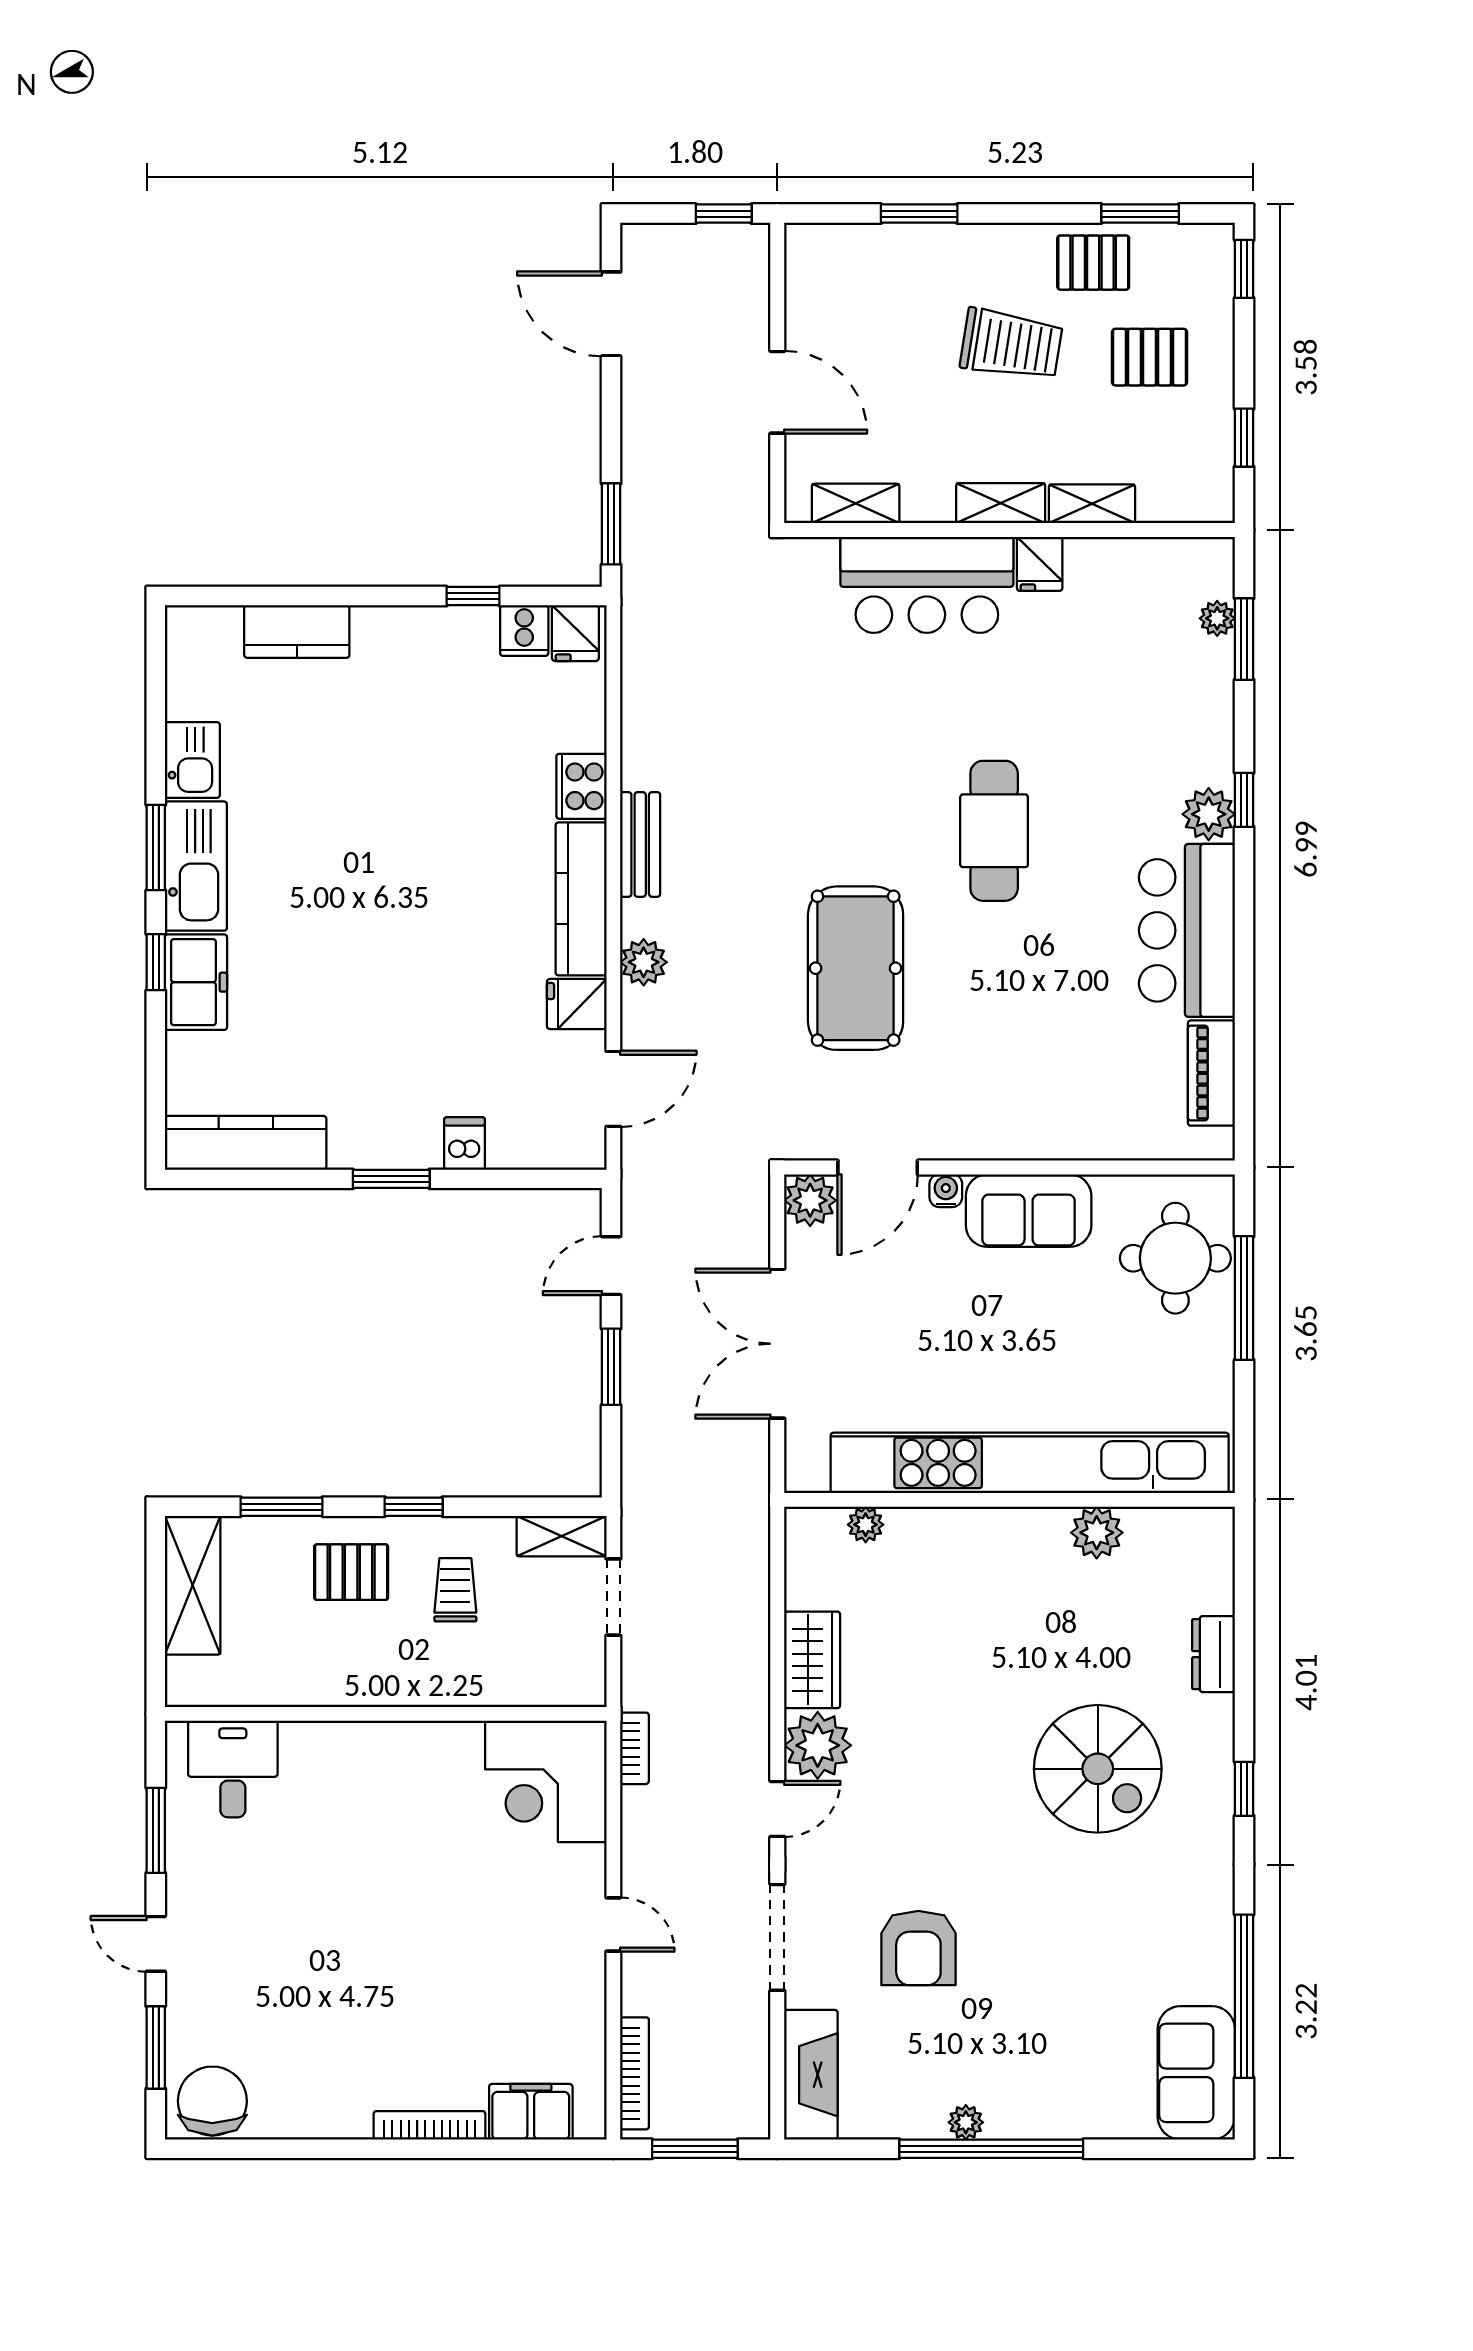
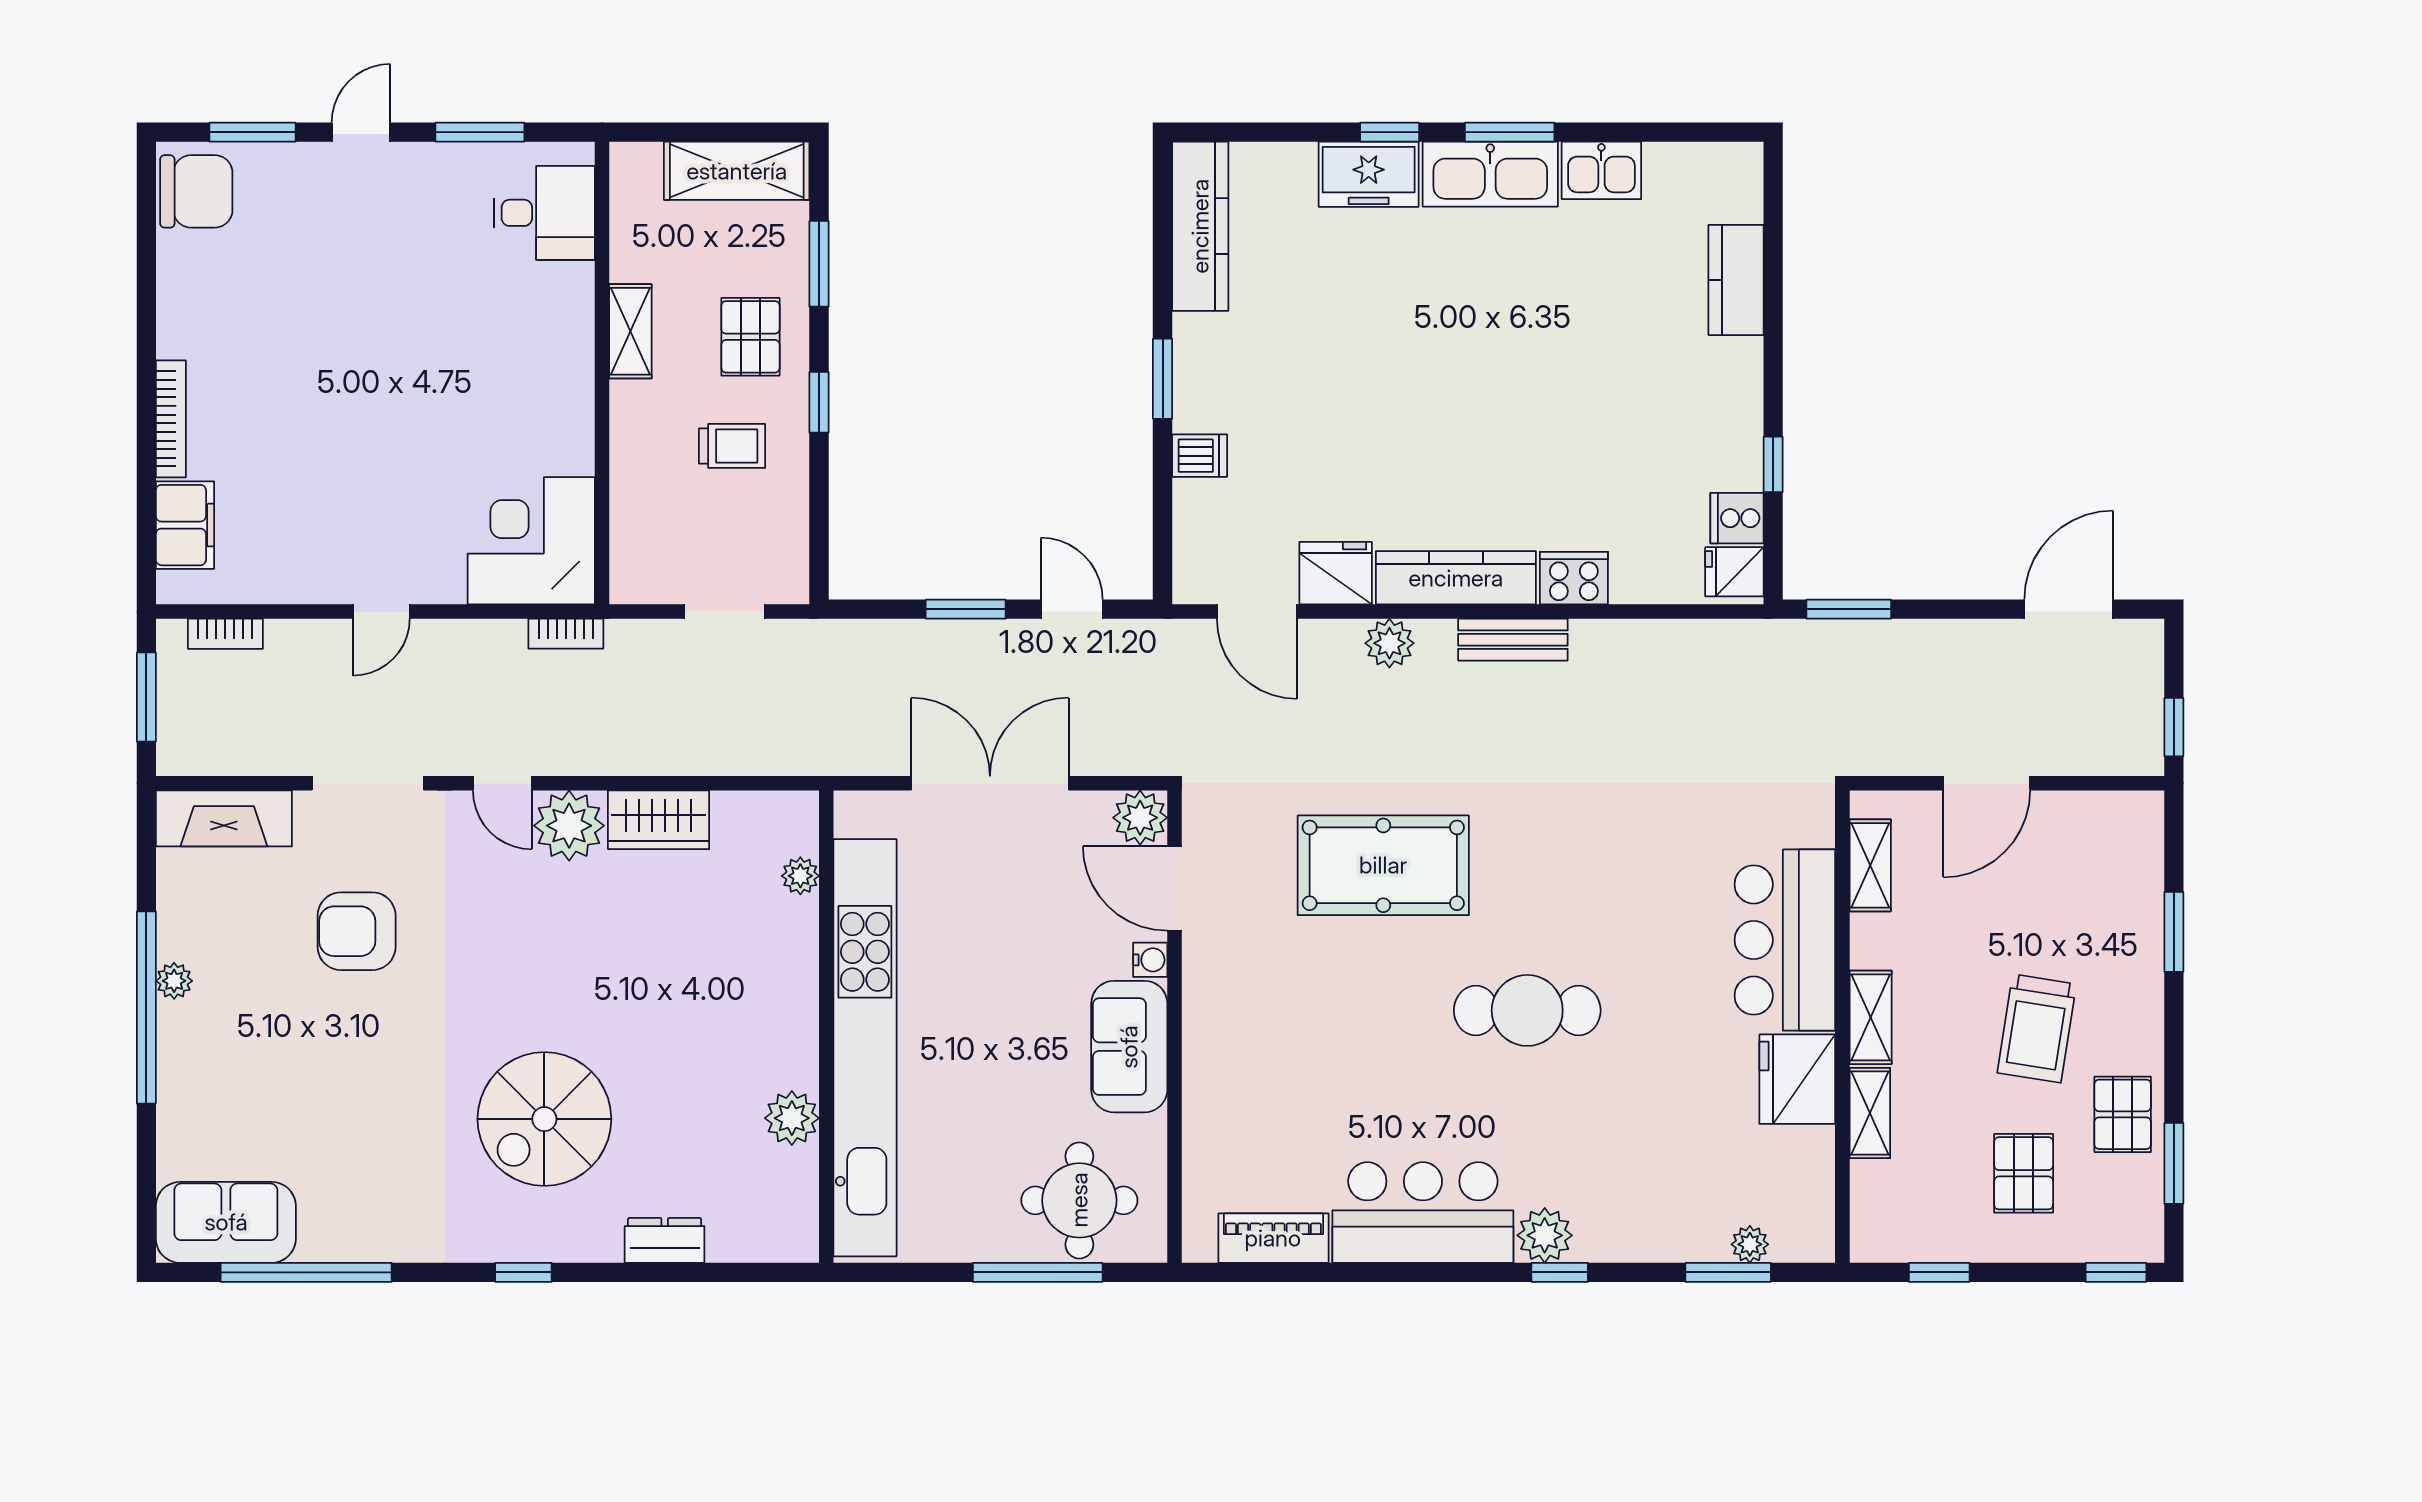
fridge: (1040, 564) -> (1797, 1079), width x1.88, depth x1.34
fridge: (577, 1004) -> (1336, 573), width x1.38
shelving: (562, 1536) -> (630, 331), moved
bookcase: (635, 2073) -> (225, 634), width x0.64

